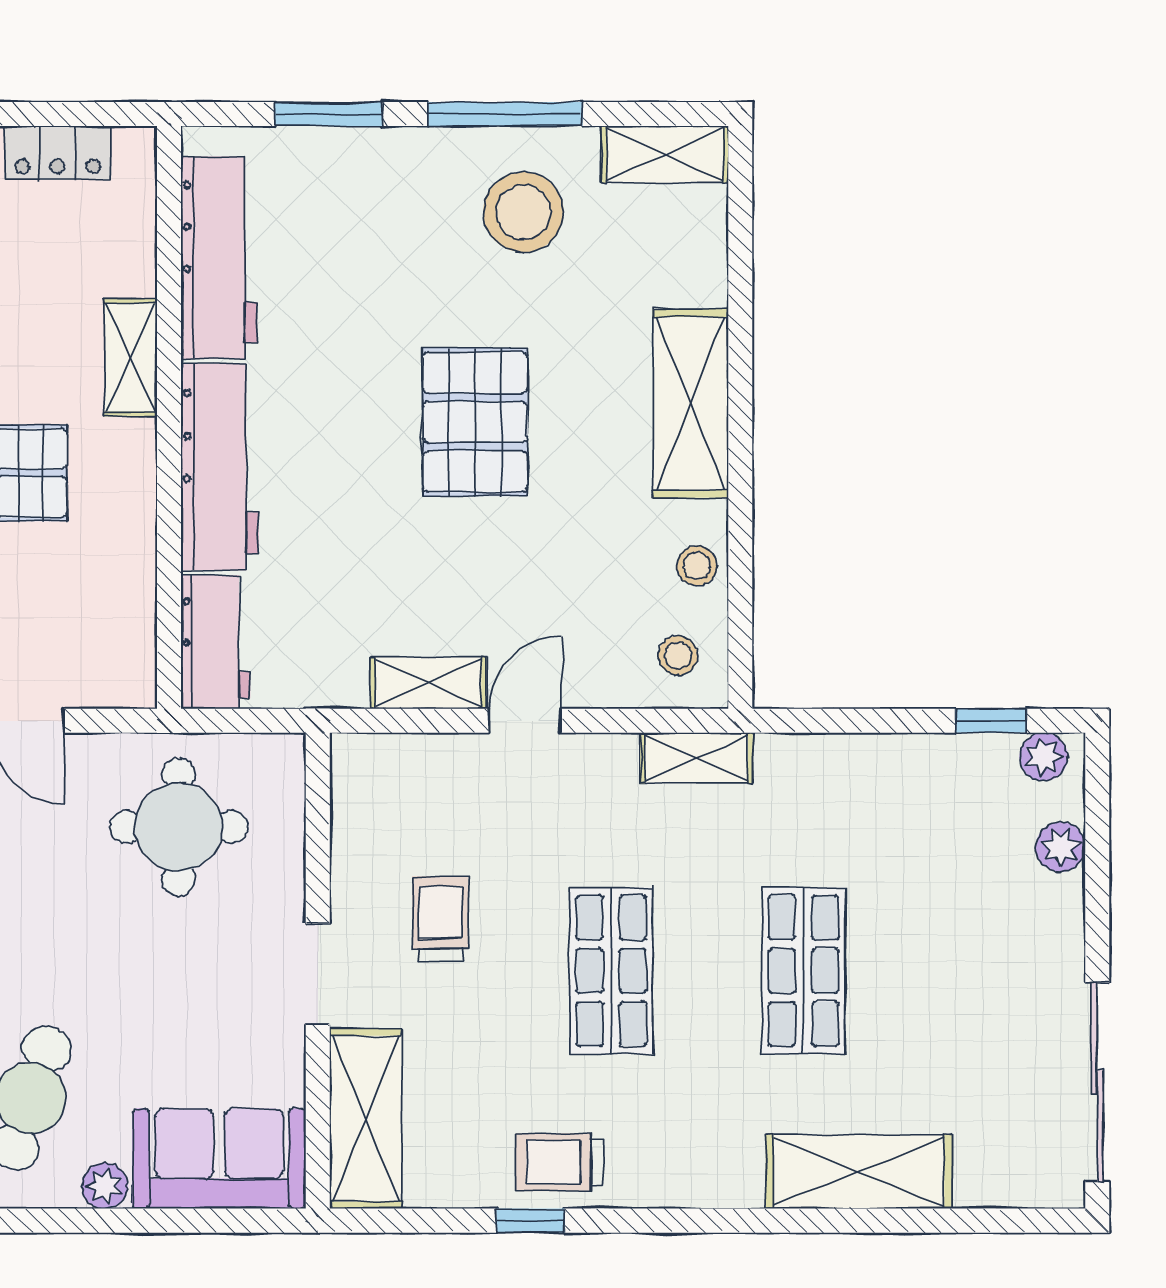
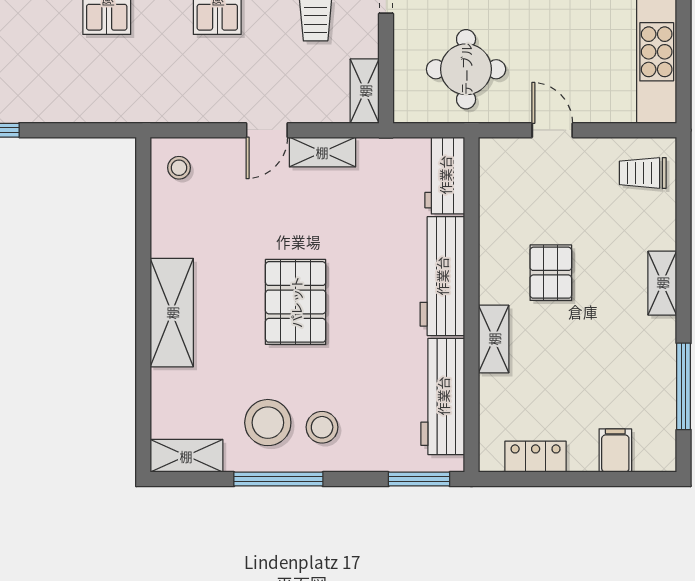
window: (328, 114) -> (419, 479), moved
stool: (697, 566) -> (322, 427), moved, width x1.37, depth x1.37
shelving: (696, 758) -> (365, 91), moved, turned 90

